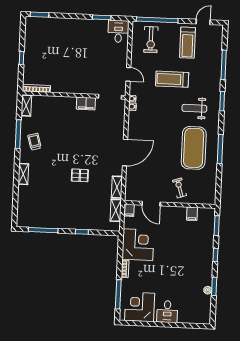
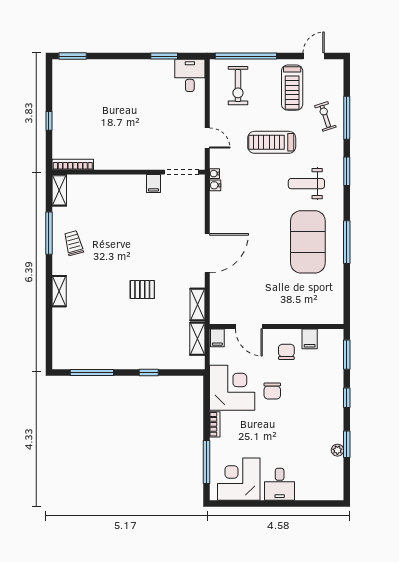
filing cabinet: (86, 104) -> (153, 184), width x0.50
exercise bike: (180, 188) -> (325, 116), moved
chair: (176, 222) -> (286, 352), added
chair: (165, 248) -> (272, 391), added

